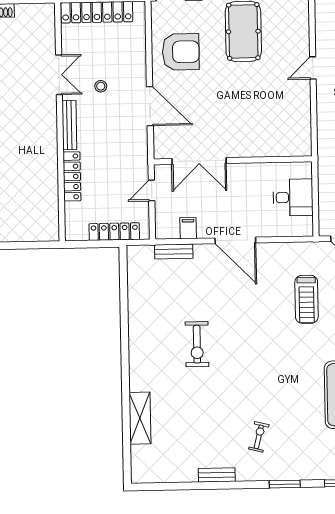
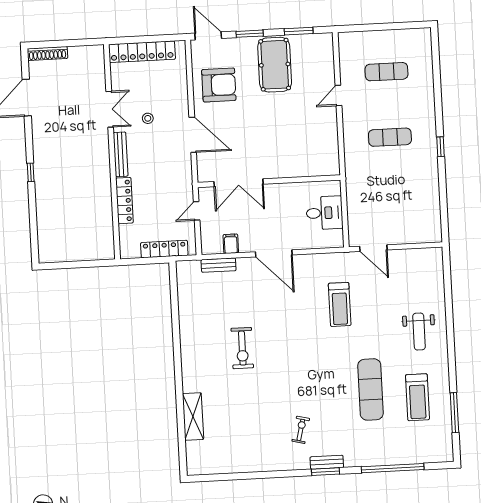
bench: (217, 475) -> (327, 462), moved

